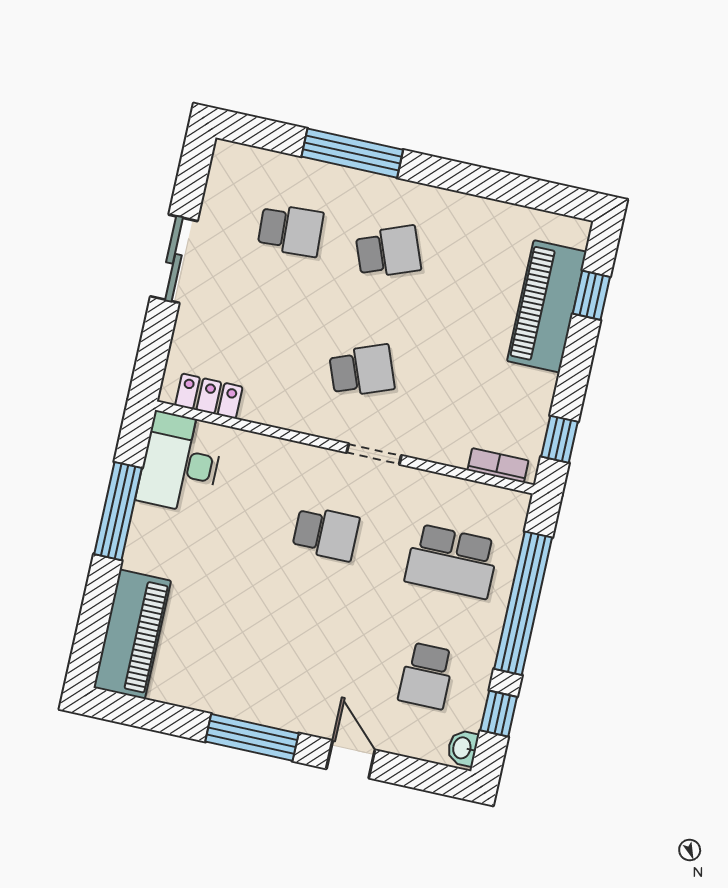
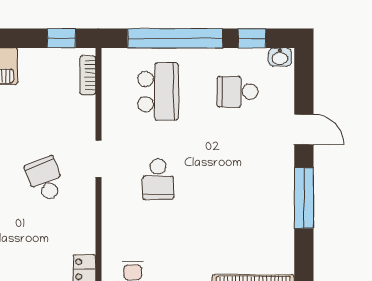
school desk: (326, 533) -> (158, 179), turned 180
school desk: (426, 676) -> (238, 92), turned 180
door: (351, 759) -> (304, 129), swing flipped

